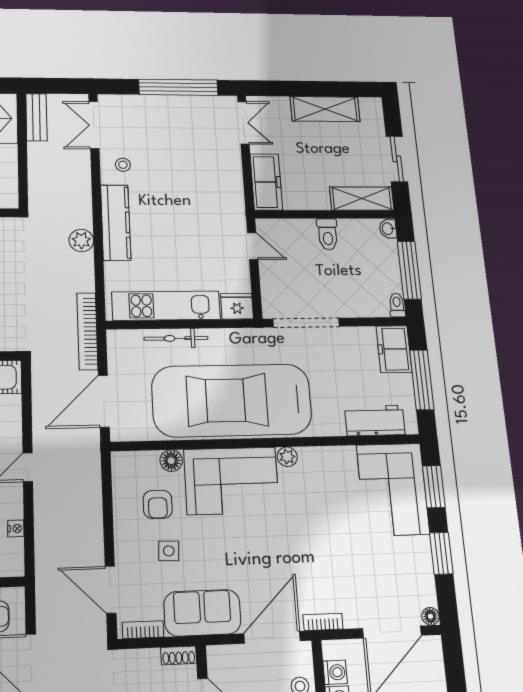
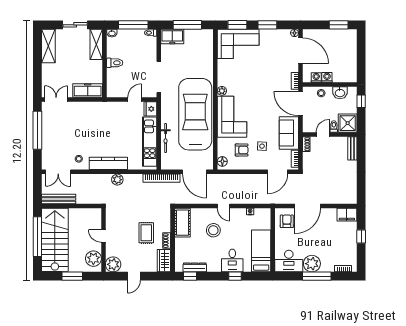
shelving: (325, 109) -> (48, 46), moved
bench: (36, 117) -> (59, 199), width x1.36
door: (253, 246) -> (135, 99), moved
car: (232, 400) -> (195, 114), turned 180
workbench: (375, 420) -> (206, 49), removed
floor lamp: (171, 461) -> (222, 161), moved

